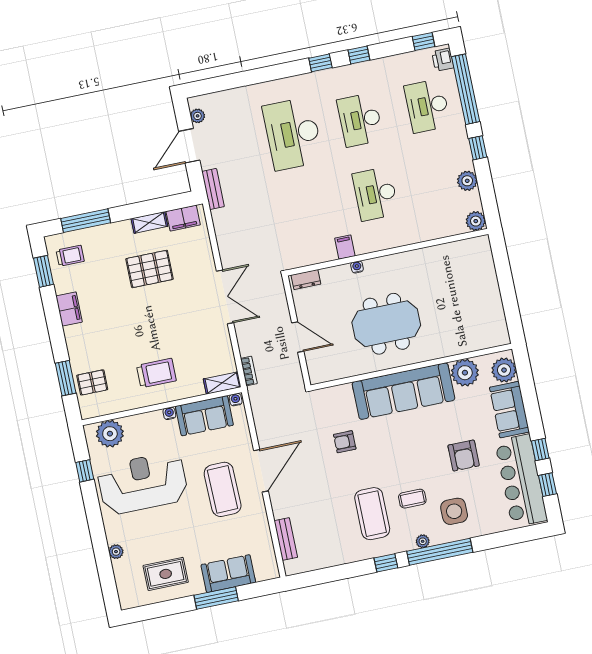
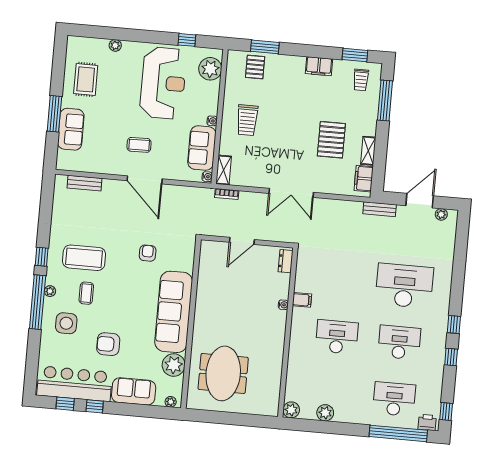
door: (189, 146) -> (420, 201), hinge flipped
window: (478, 148) -> (349, 429), removed
meeting table: (386, 324) -> (223, 373), moved
plant: (504, 370) -> (171, 402), width x0.53, depth x0.53
coffee table: (223, 489) -> (139, 145), width x0.54, depth x0.58

